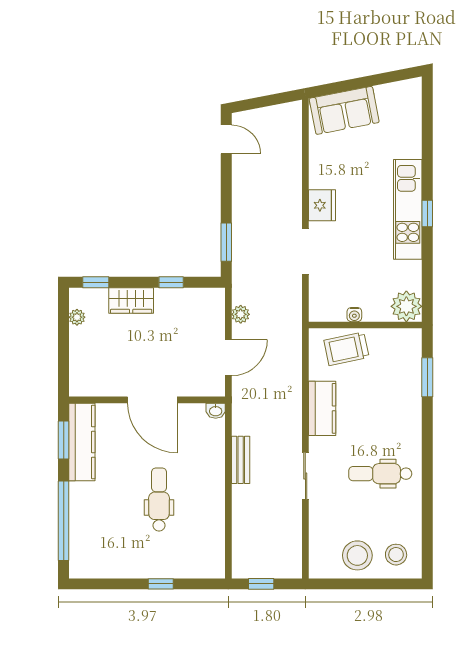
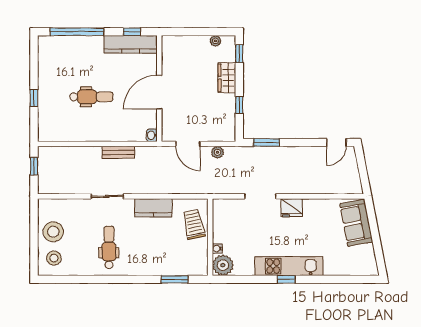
water cooler: (354, 315) -> (217, 249), moved
window: (64, 440) -> (132, 32), width x0.67

